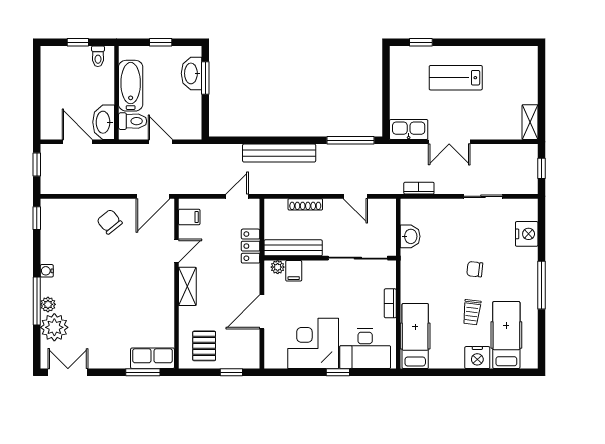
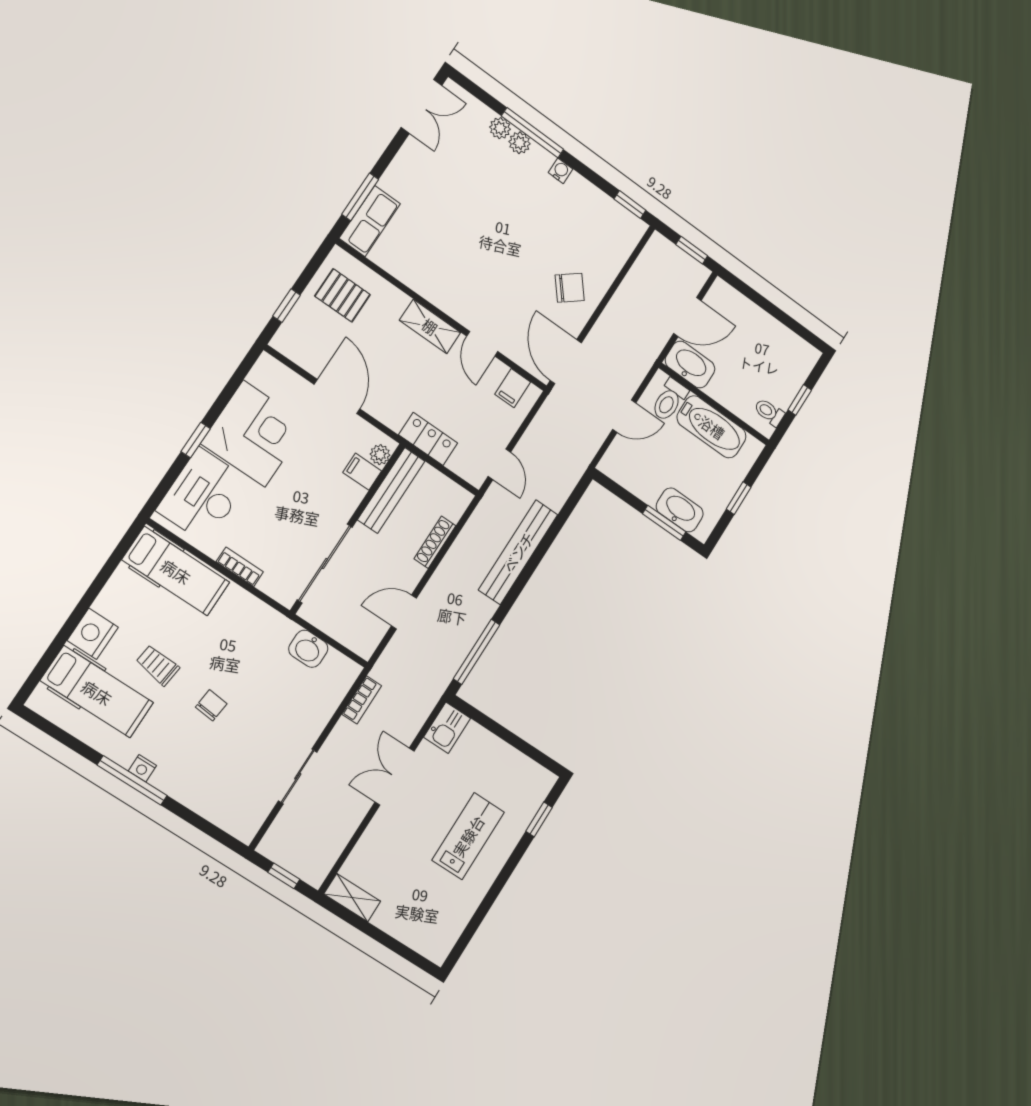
kitchen sink: (409, 130) -> (447, 728), width x0.73
nightstand: (527, 234) -> (142, 768), moved, width x0.53, depth x0.56
plant: (54, 327) -> (500, 128), width x0.53, depth x0.53

